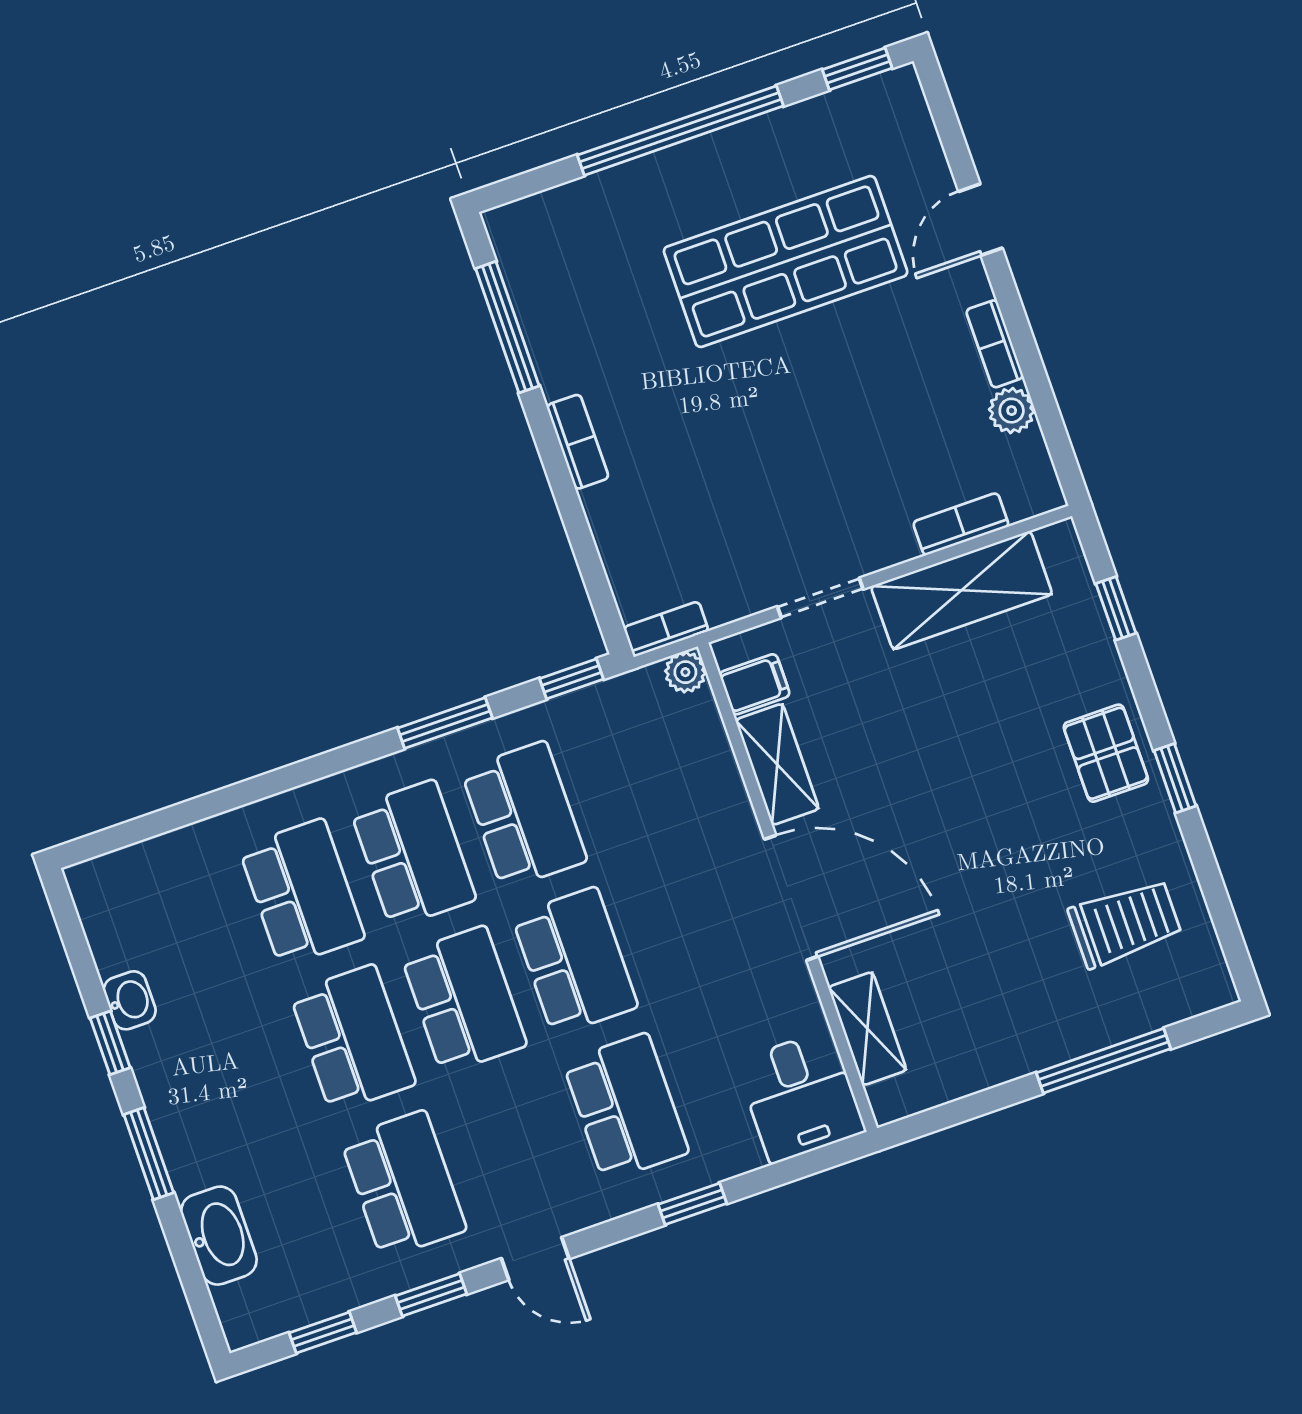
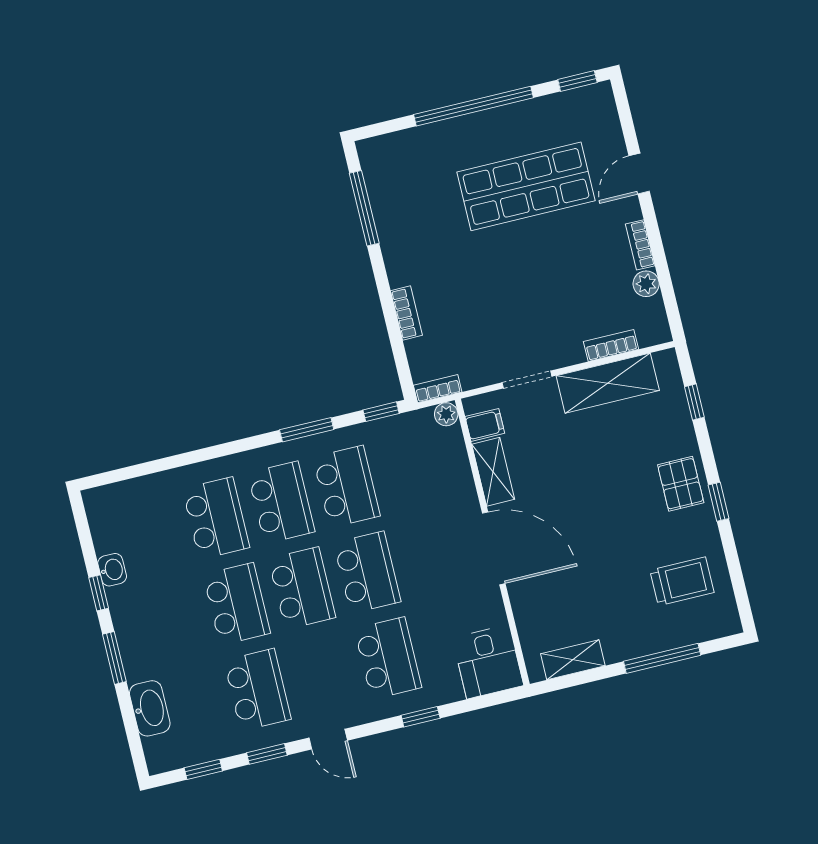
bookcase: (578, 442) -> (406, 313), moved
shelving: (867, 1029) -> (573, 660), moved, turned 90

